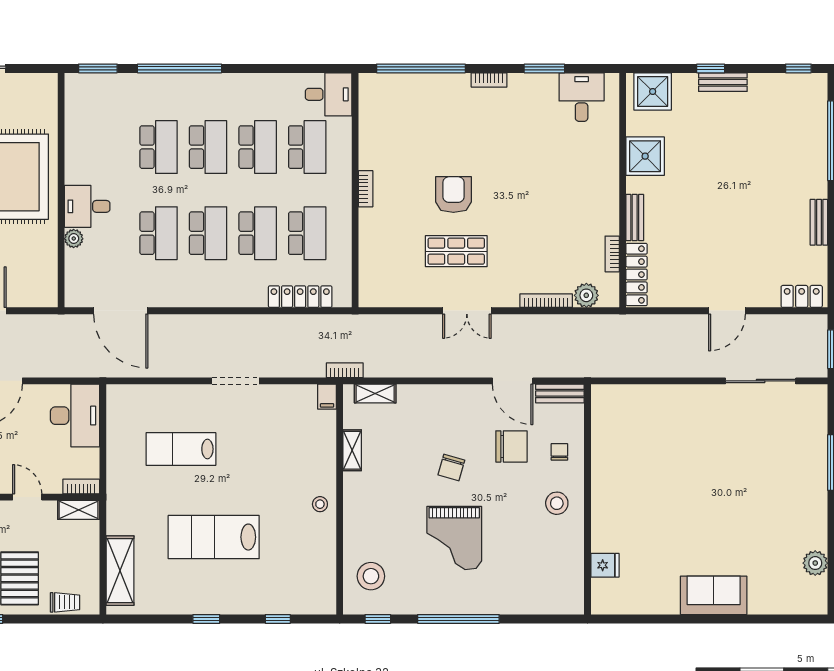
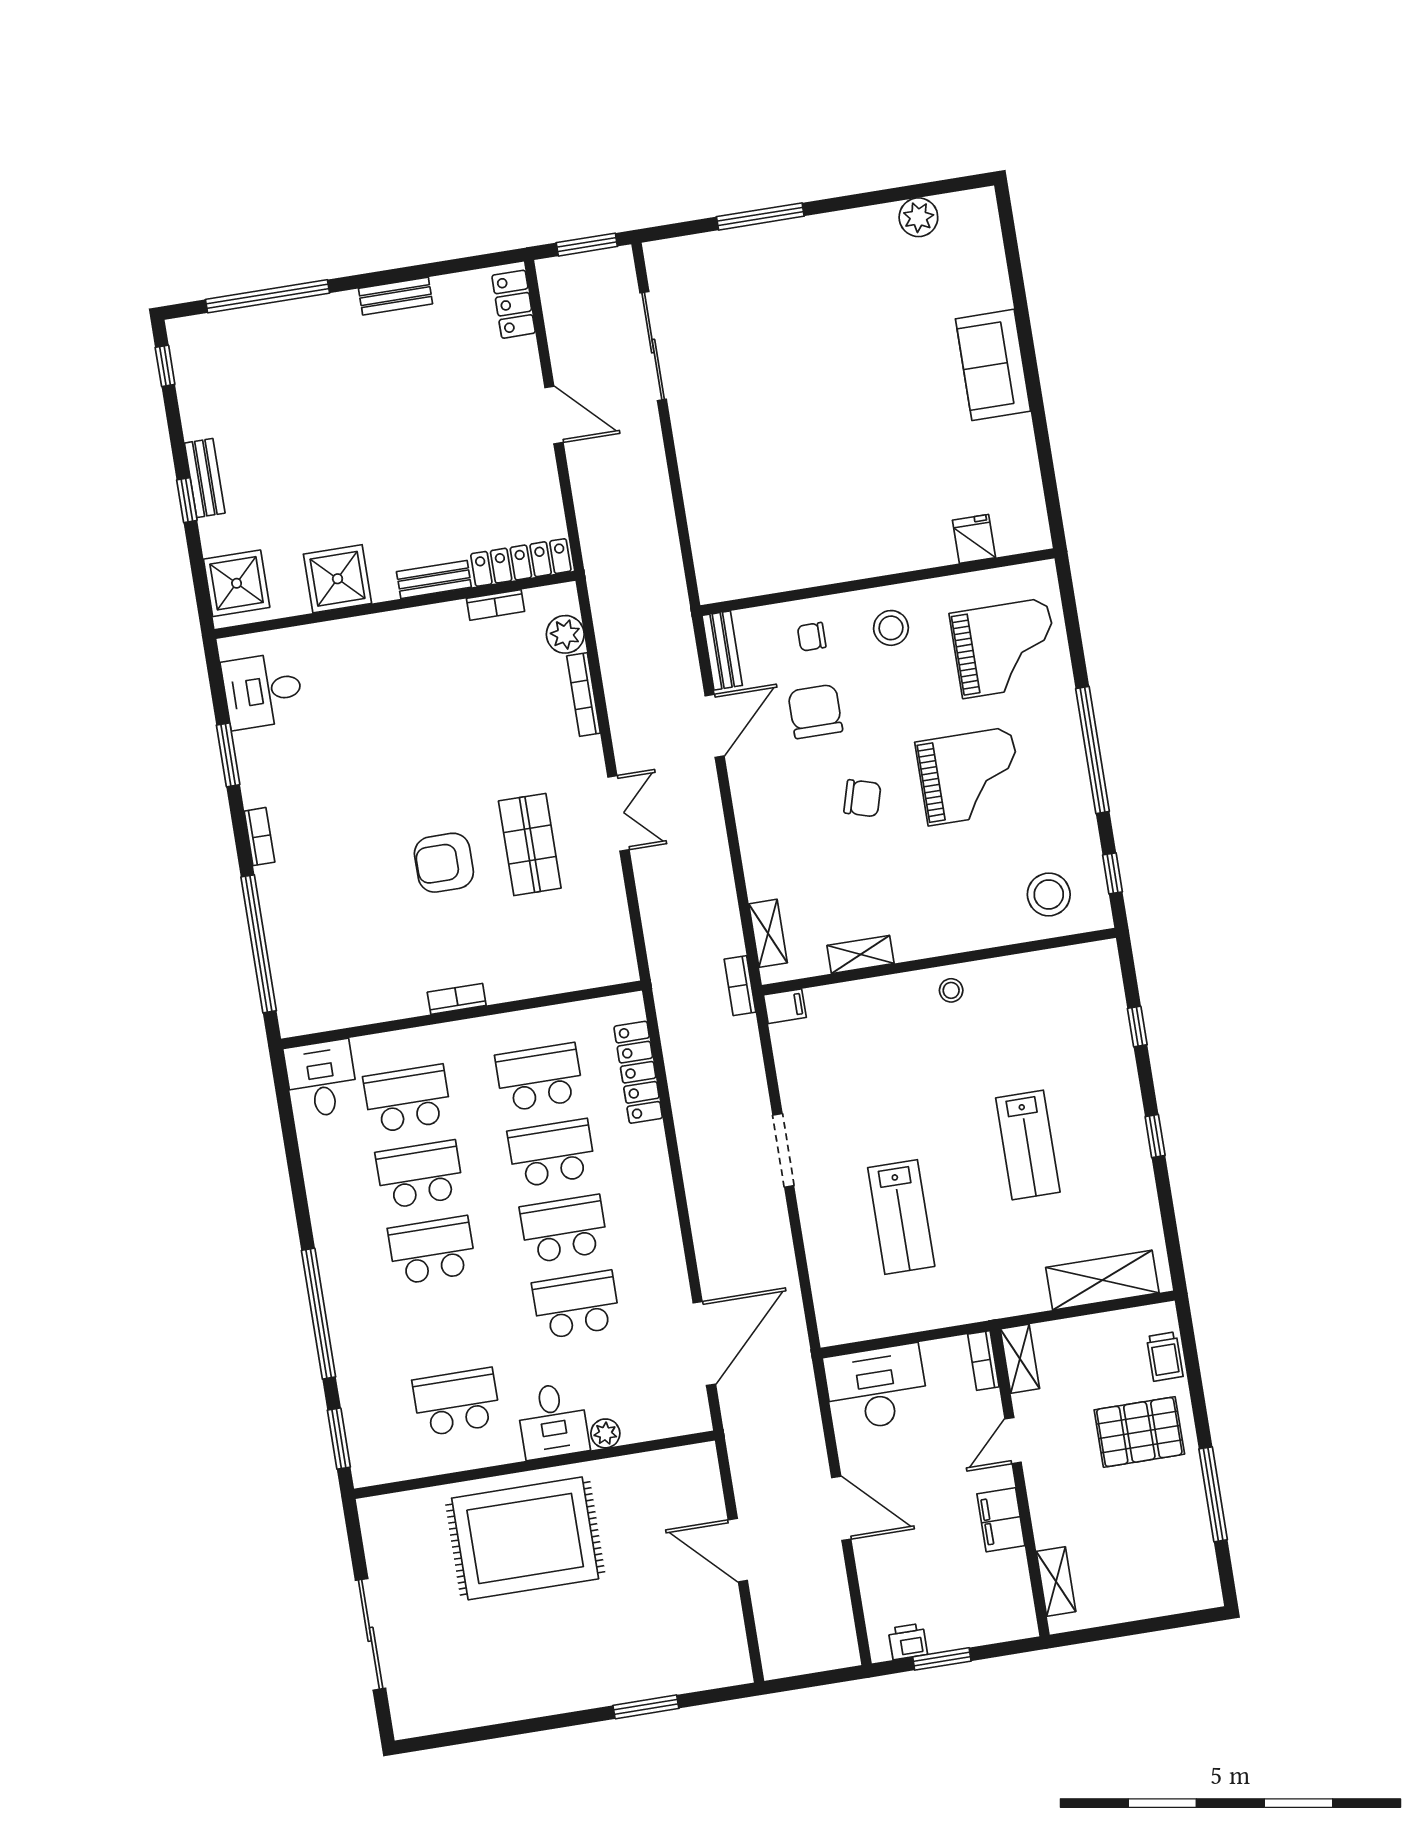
school desk: (159, 147) -> (457, 1402), moved
lab bench: (214, 537) -> (1028, 1145), width x0.73, depth x0.72
grand piano: (532, 574) -> (1005, 648), added
trolley: (65, 602) -> (1165, 1357), turned 180

